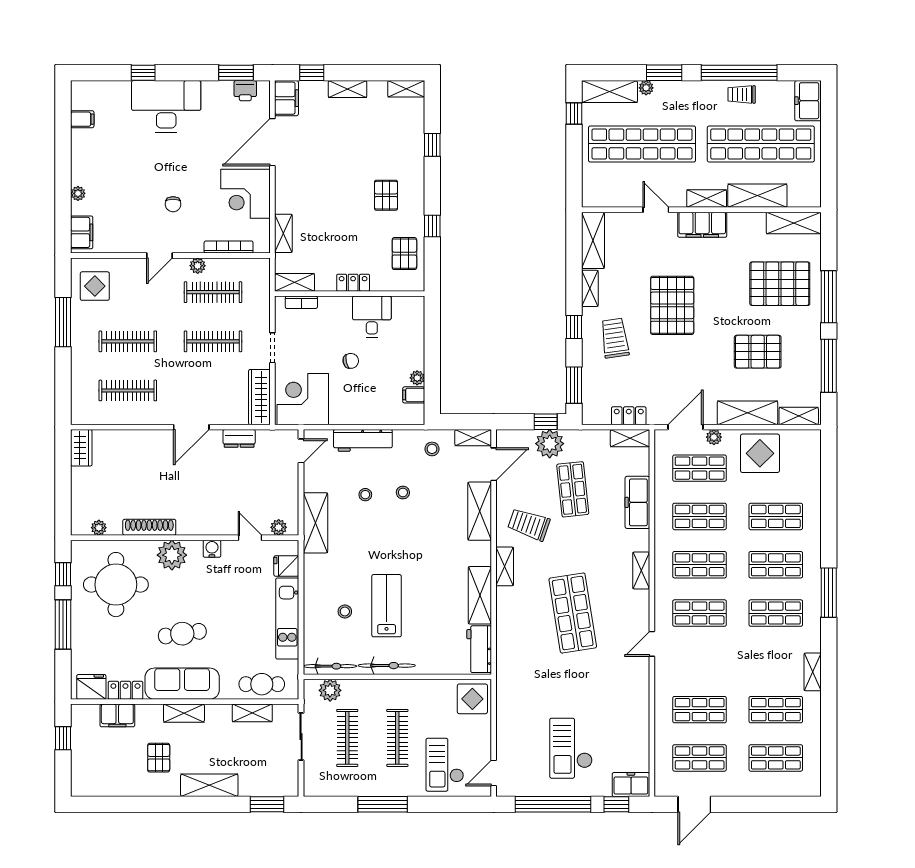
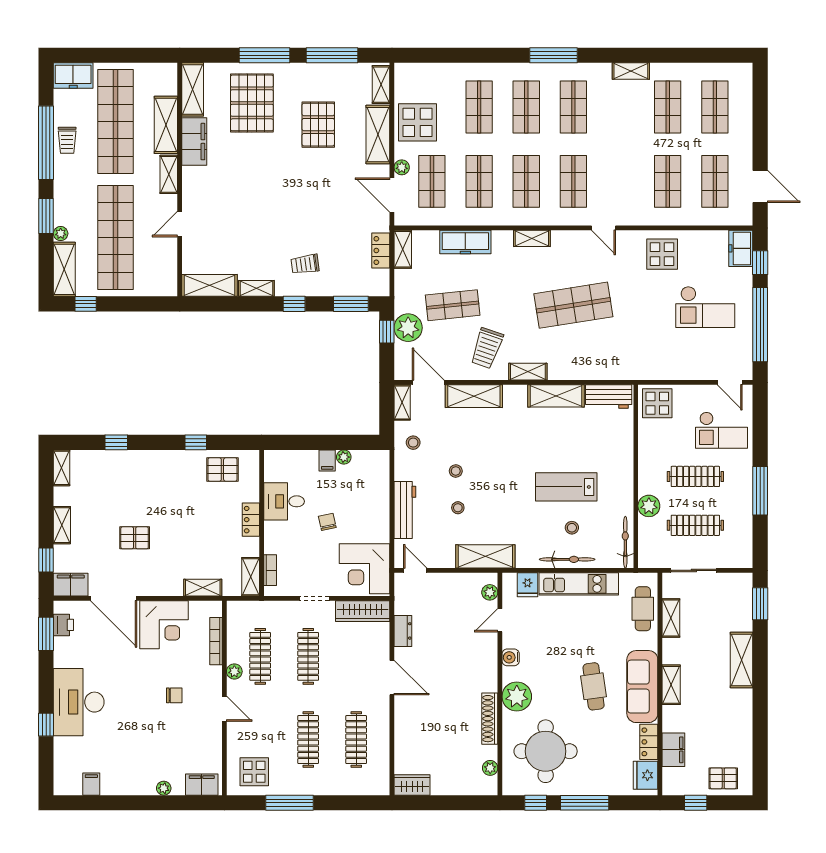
pallet: (386, 195) -> (135, 538), moved
filing cabinet: (702, 225) -> (194, 142), moved
pallet: (672, 305) -> (273, 208), removed
trolley: (615, 338) -> (305, 264), width x0.73, depth x0.72
filing cabinet: (414, 395) -> (327, 460), moved
bicycle: (387, 666) -> (567, 559), moved, turned 90
plant: (330, 690) -> (649, 506), moved
display table: (625, 704) -> (662, 254), added
pallet: (159, 758) -> (723, 778), moved

